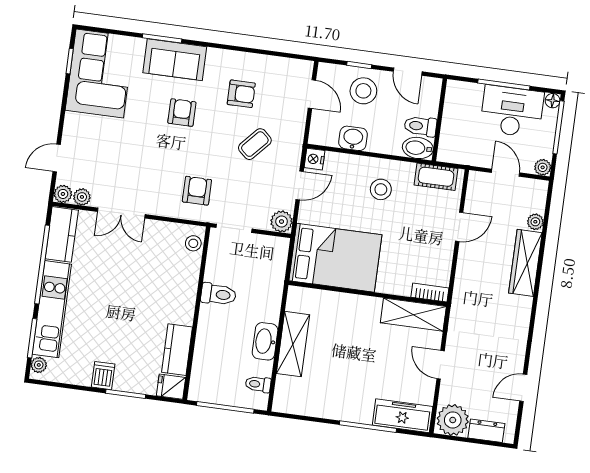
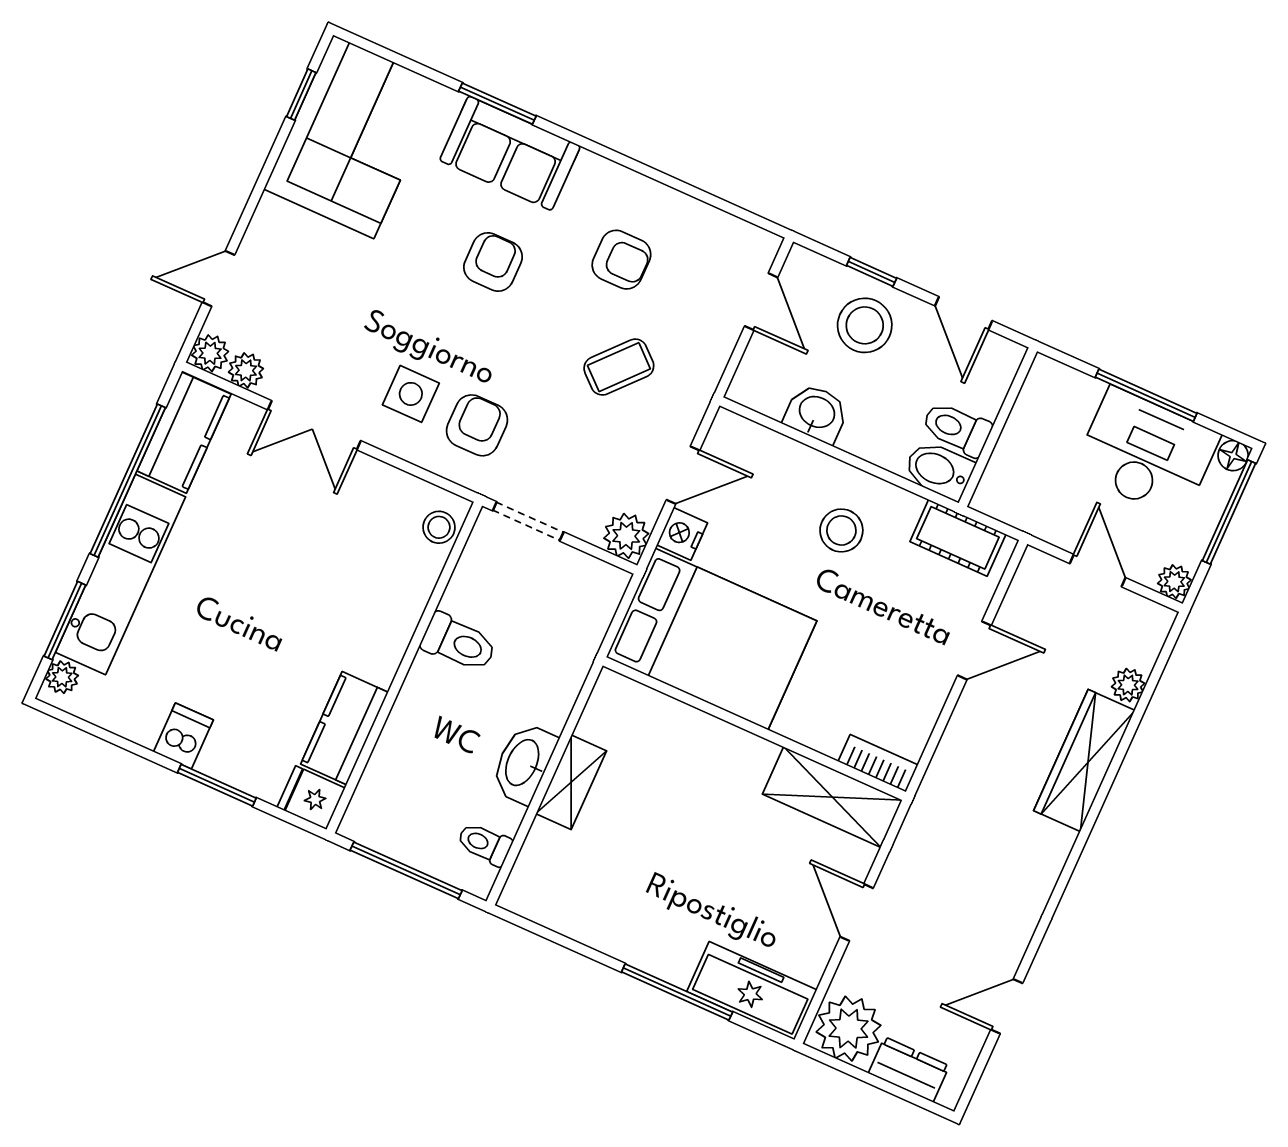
nightstand: (315, 159) -> (682, 534), moved
side table: (162, 185) -> (411, 394), added
shelving: (293, 344) -> (571, 782), width x0.67, depth x0.75

